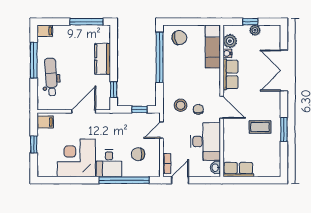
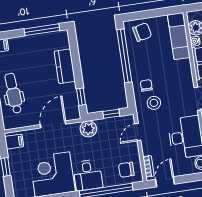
chair: (198, 109) -> (146, 85), moved
plant: (116, 120) -> (88, 129), added
chair: (138, 154) -> (126, 170), moved

